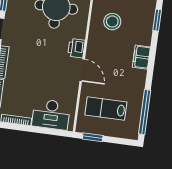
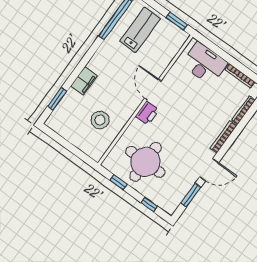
filing cabinet: (141, 57) -> (84, 81), moved
lab bench: (106, 109) -> (140, 30), moved, turned -90

